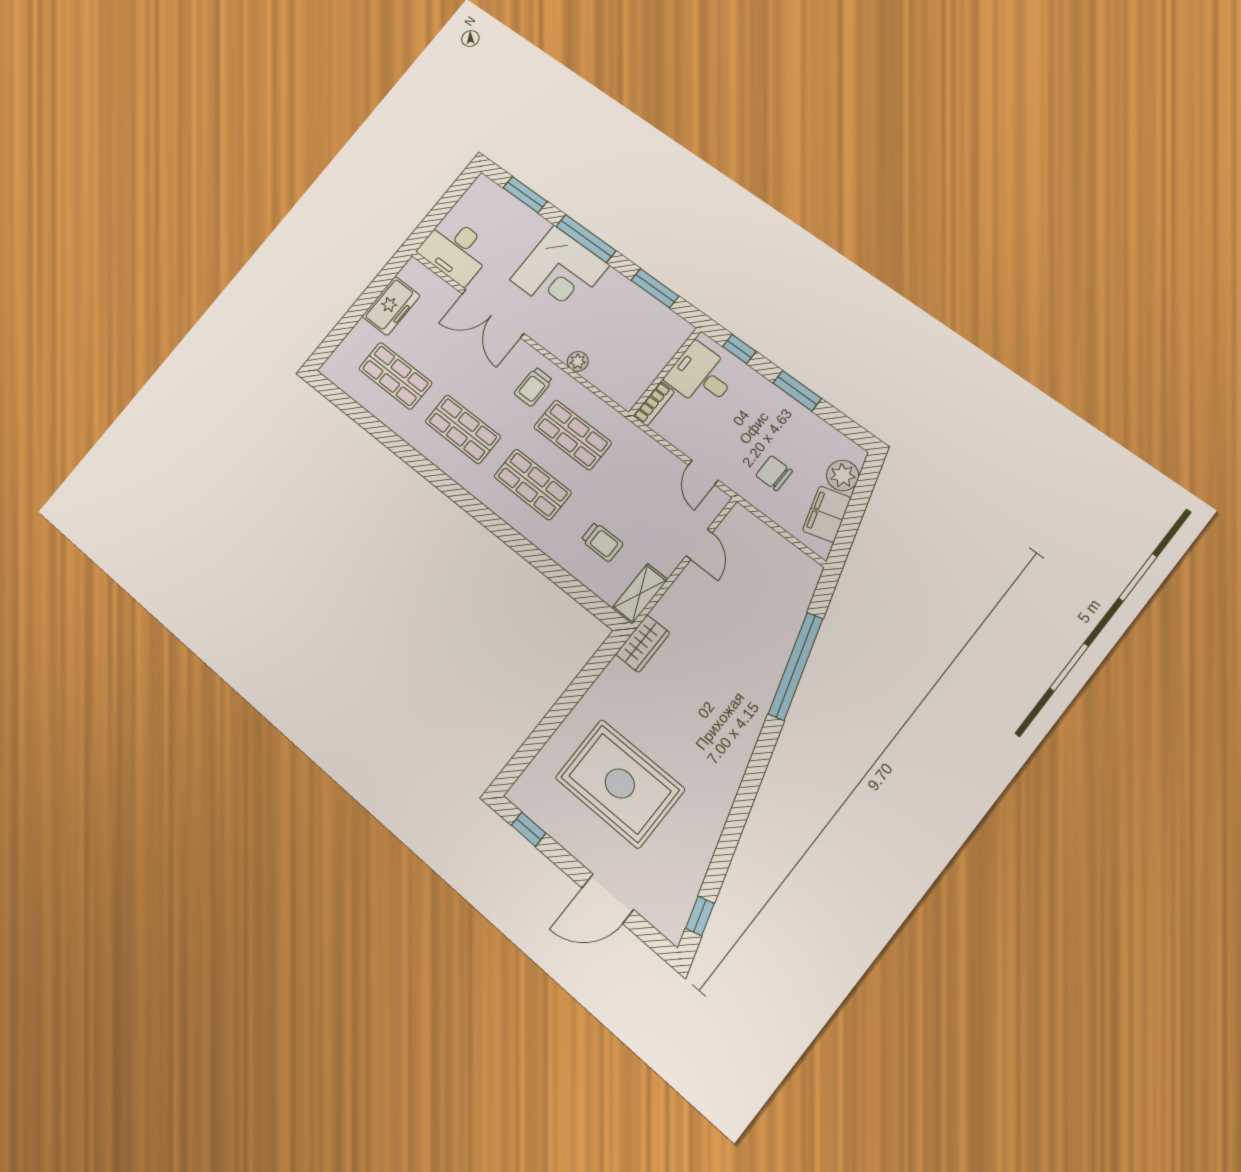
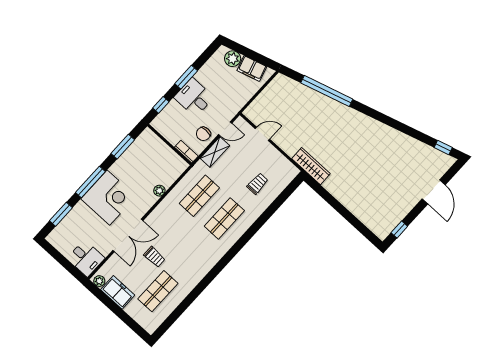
desk: (456, 250) -> (86, 258), width x0.73
plant: (410, 272) -> (99, 281), added
desk: (701, 376) -> (194, 97), moved, turned 90
trolley: (533, 387) -> (154, 257), moved
shop shelf: (463, 429) -> (191, 255), removed
chair: (774, 473) -> (203, 134), moved
shelving: (640, 594) -> (215, 152), moved, turned 90
wardrobe: (643, 644) -> (311, 166), width x1.50
rug: (620, 783) -> (379, 182), removed

